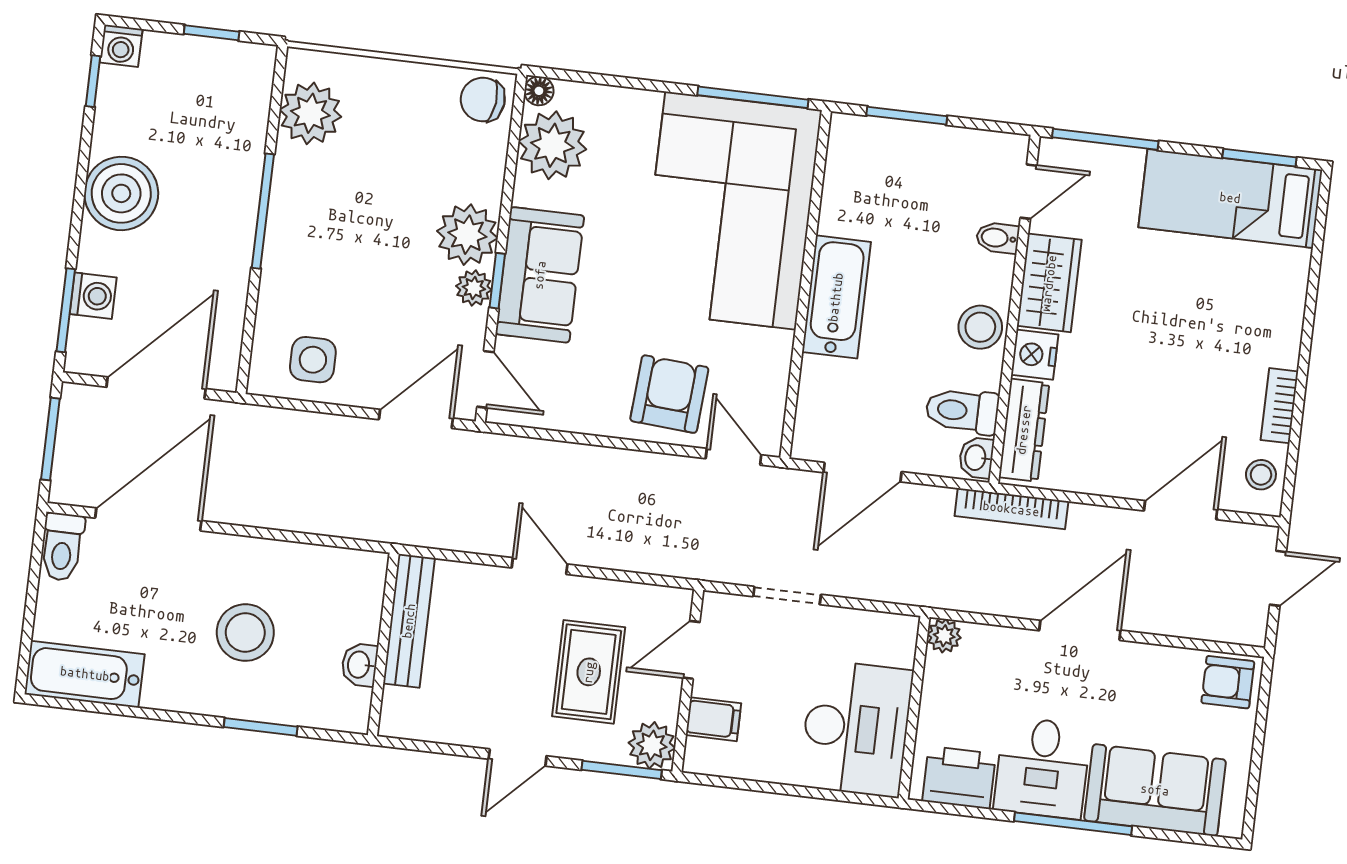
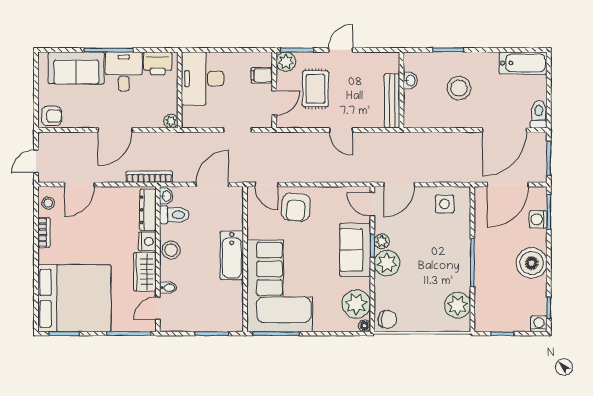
bed: (1230, 198) -> (74, 298), width x2.04

